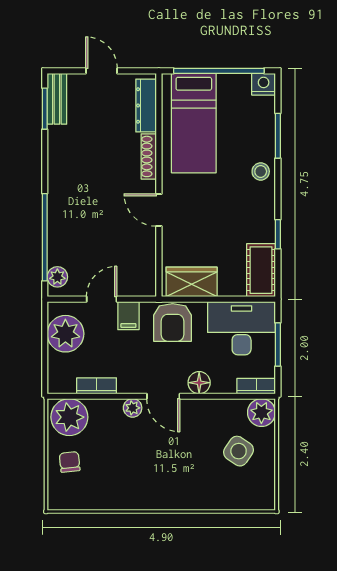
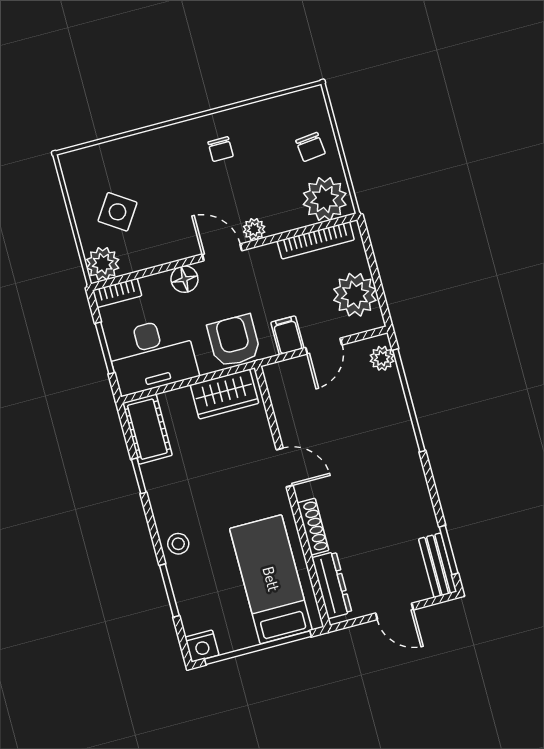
bookcase: (97, 386) -> (316, 240), width x1.56
chair: (142, 479) -> (221, 149), added

